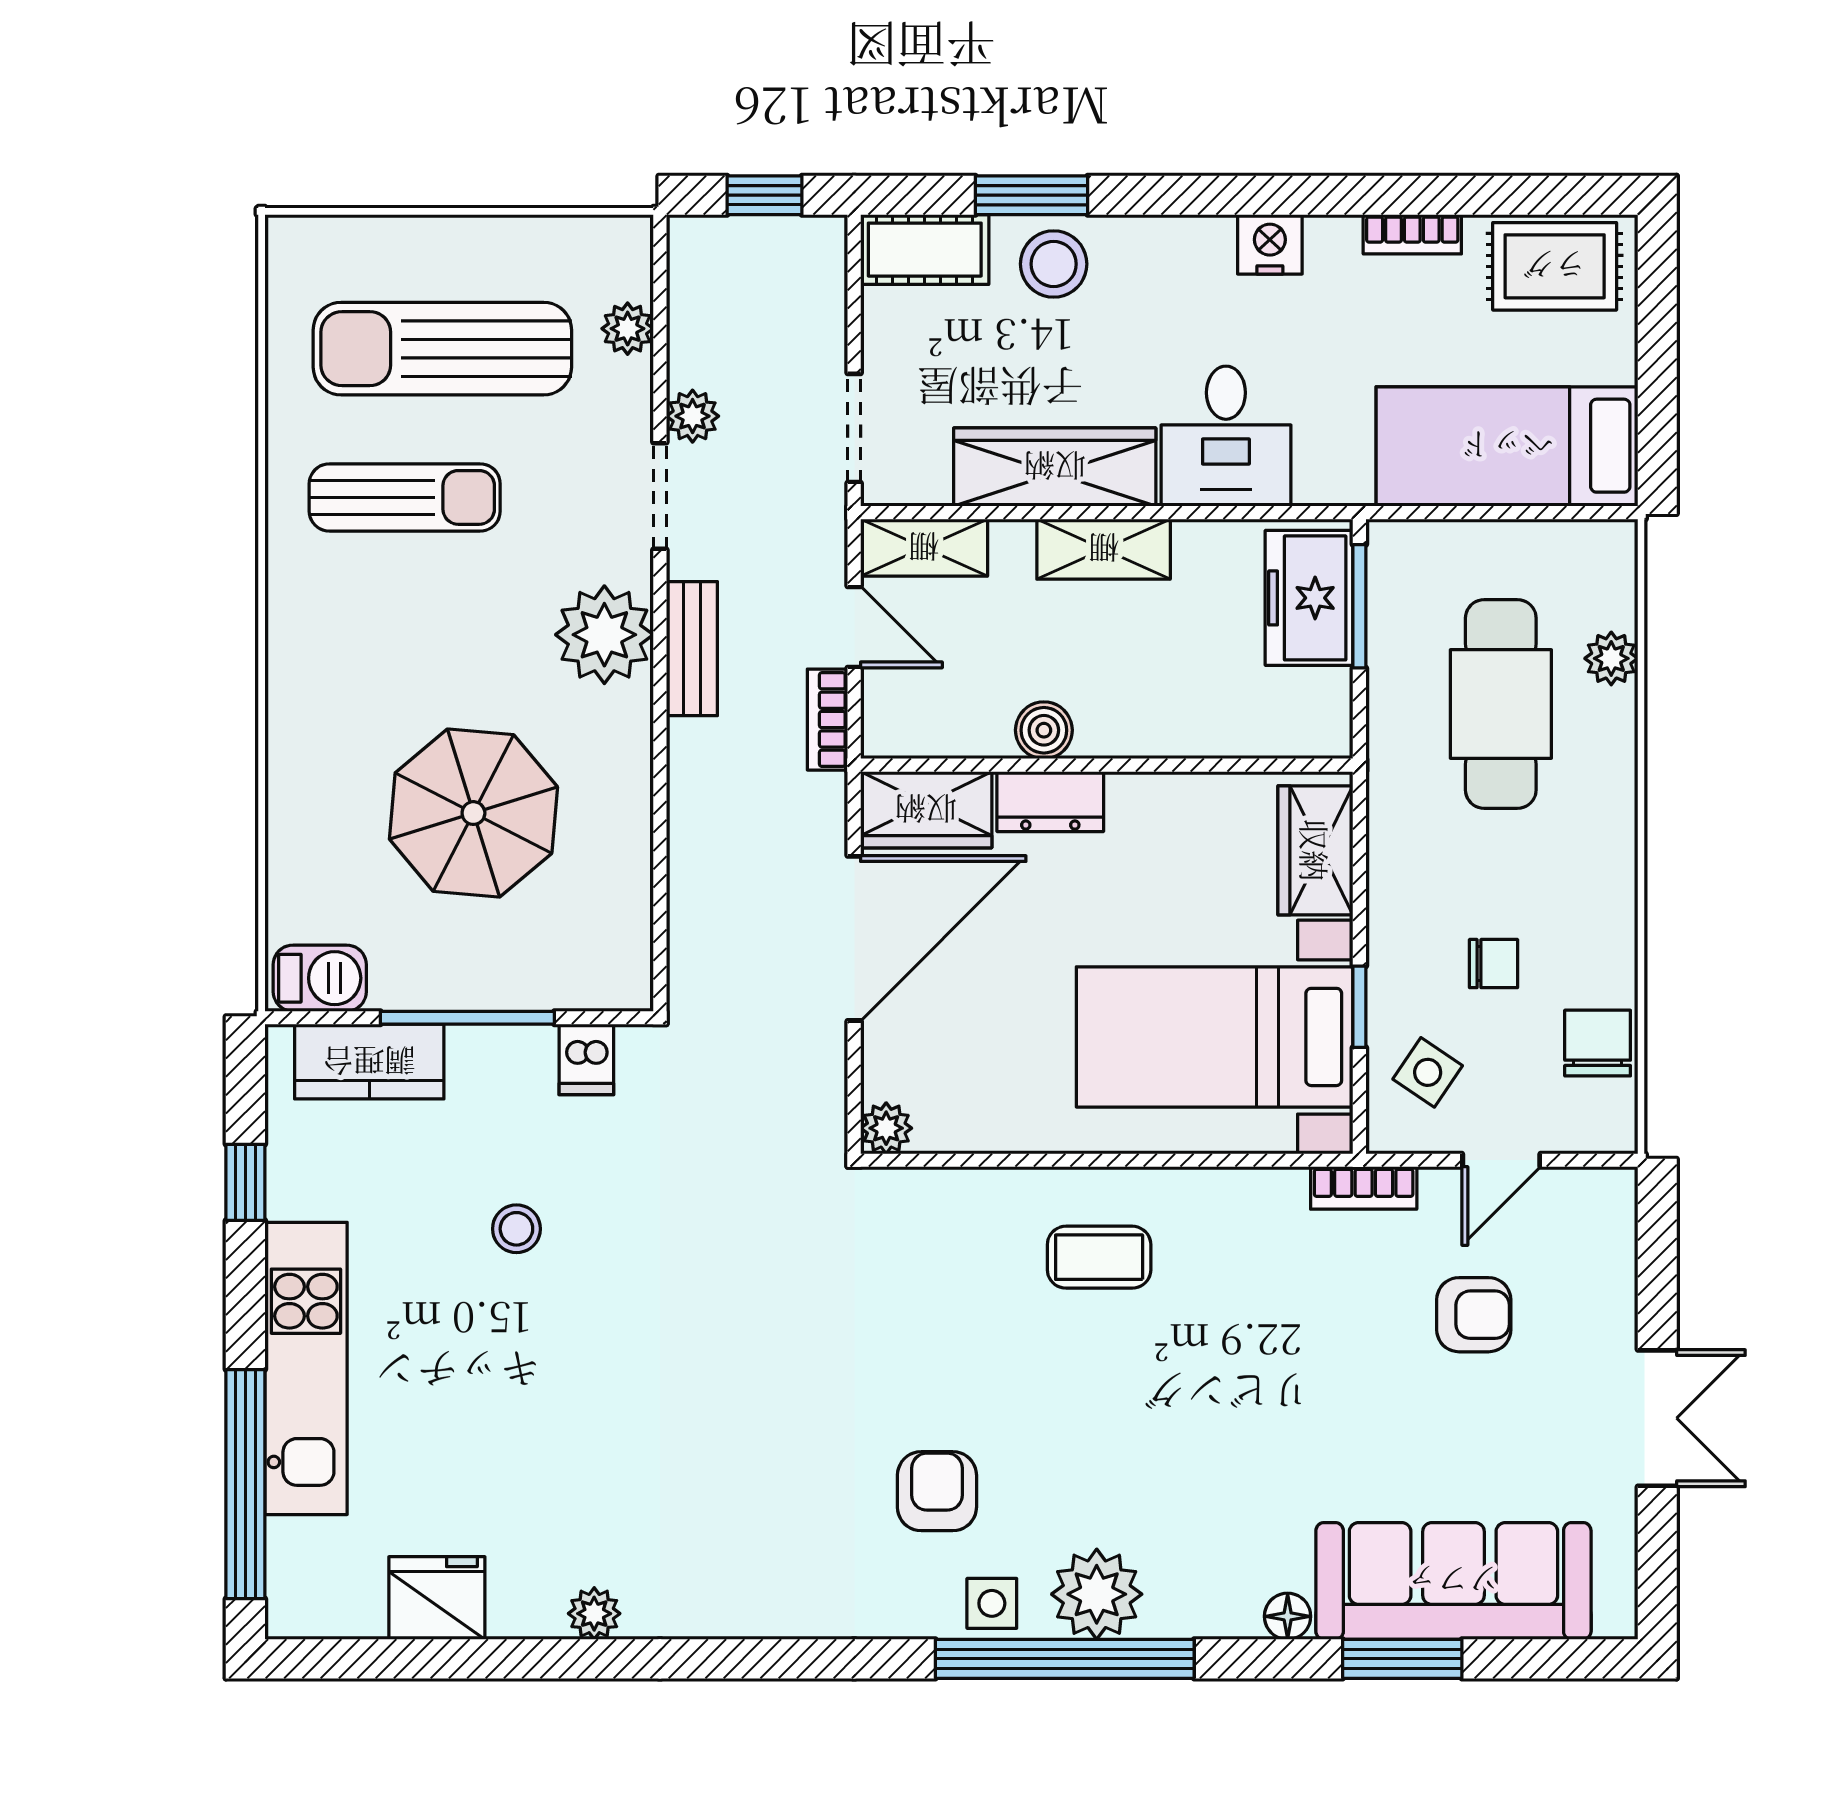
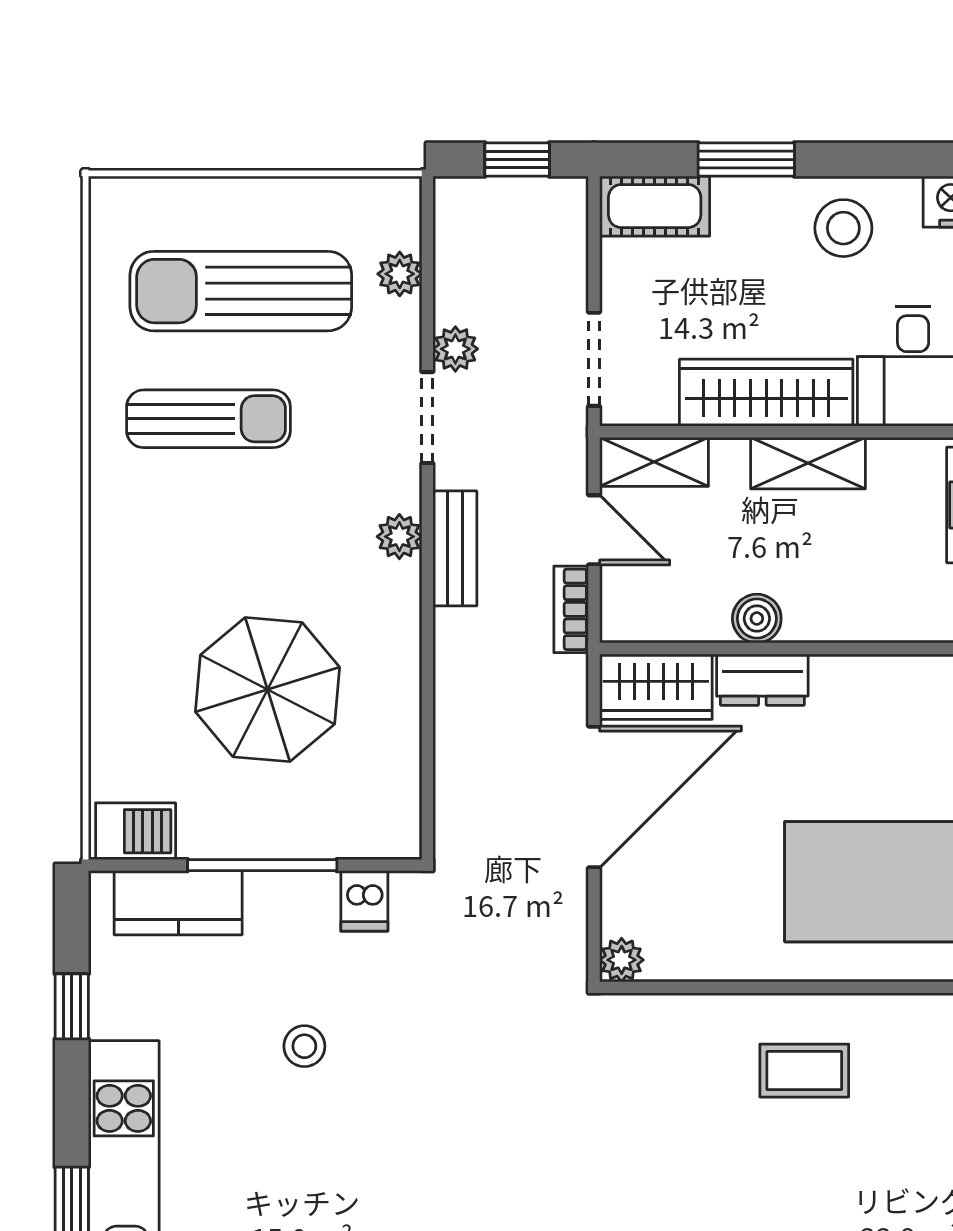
stool: (1054, 264) -> (843, 228), moved
plant: (604, 635) -> (399, 537), width x0.53, depth x0.53

